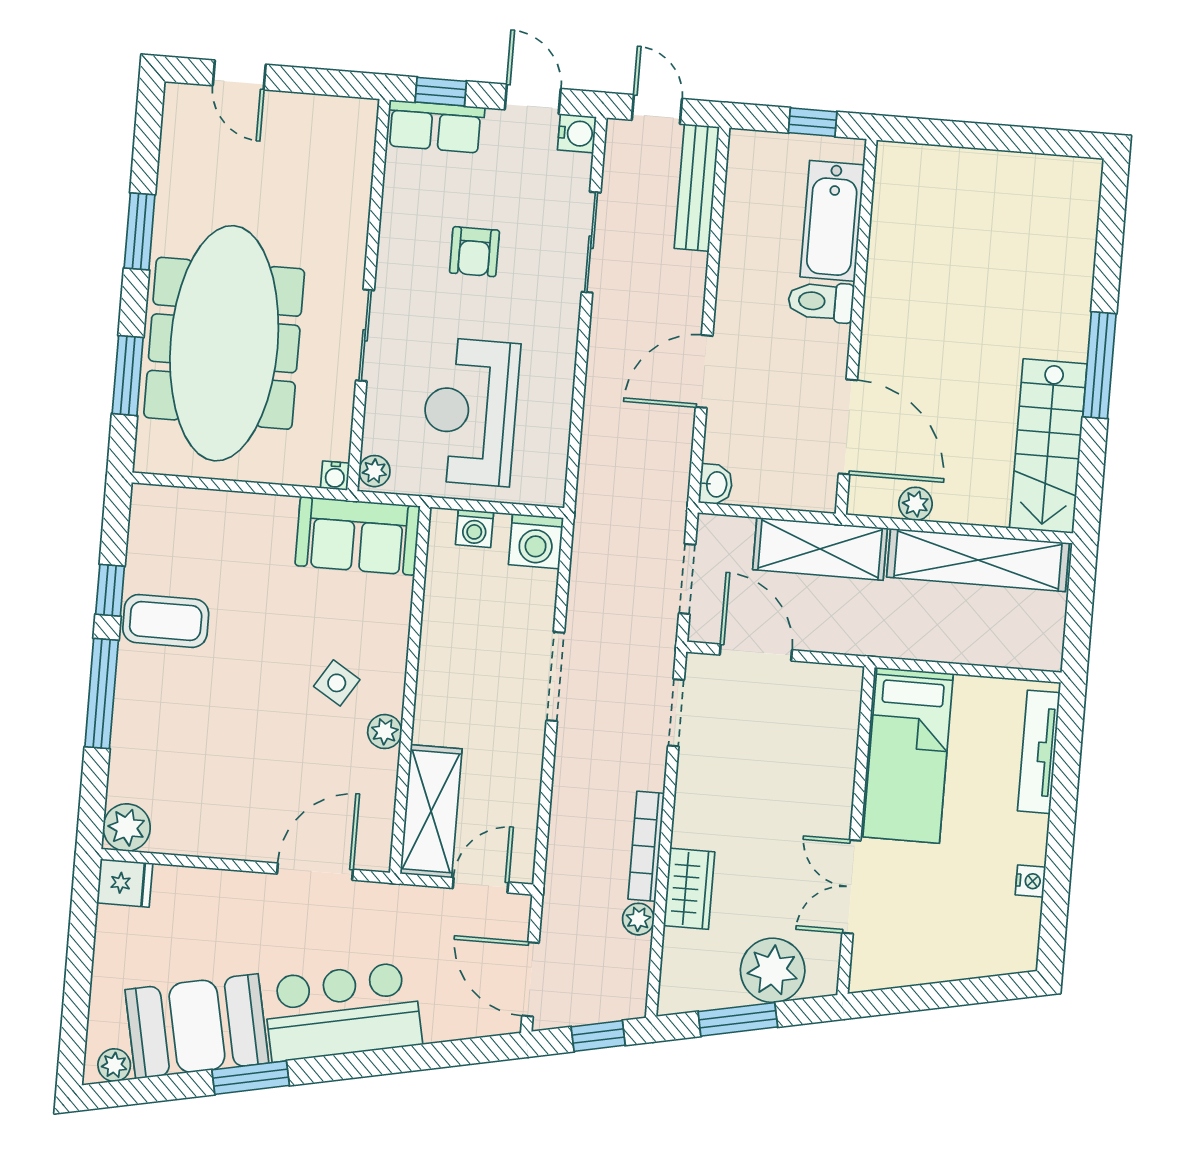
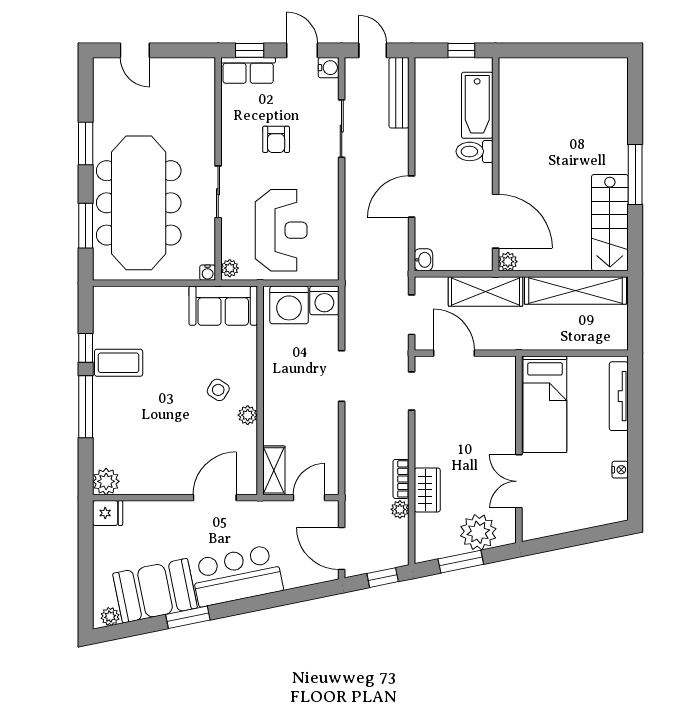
reception desk: (470, 412) -> (281, 230), turned 180
plant: (916, 504) -> (508, 262), moved
washing machine: (475, 528) -> (289, 305), width x1.89, depth x1.89
shelving: (431, 811) -> (274, 470), width x0.67, depth x0.75
bookcase: (646, 846) -> (401, 479), width x0.64

